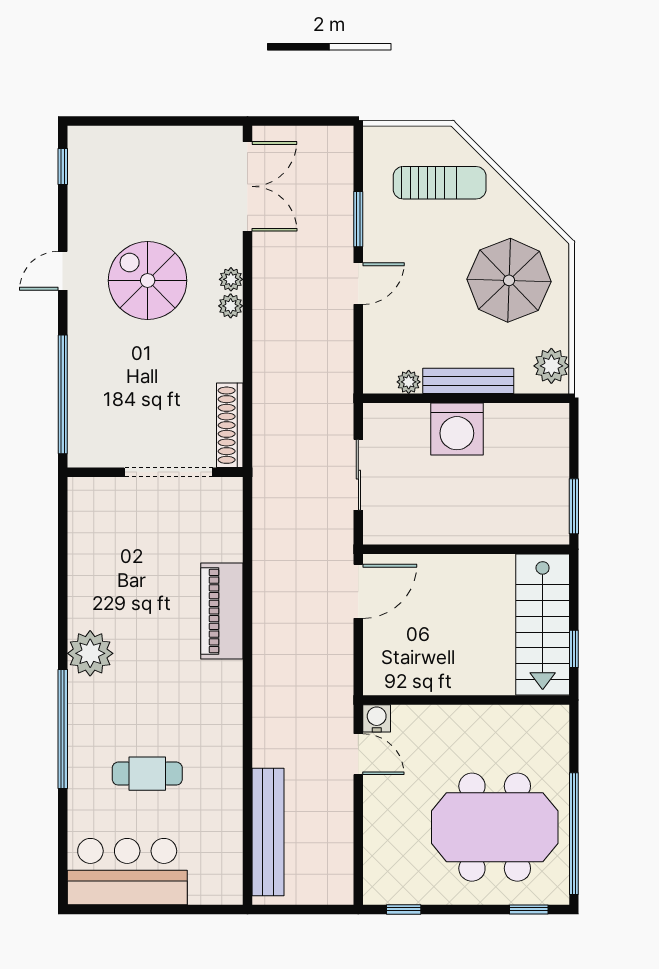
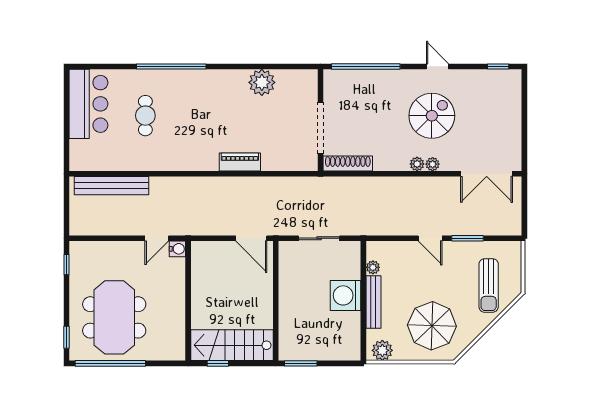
piano: (222, 611) -> (240, 162), width x0.73, depth x0.75
plant: (90, 653) -> (262, 82), moved

